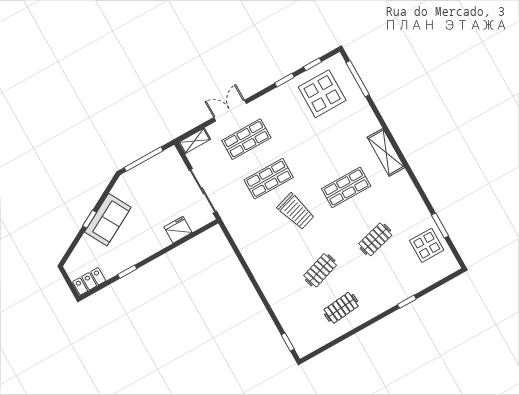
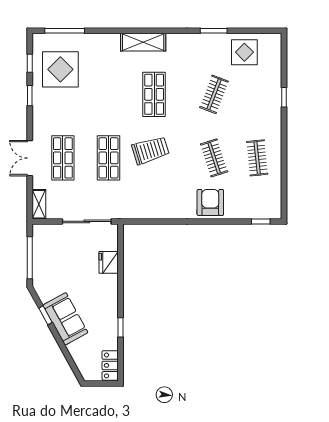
window: (90, 219) -> (45, 315), moved
window: (440, 225) -> (214, 31), moved
clothes rail: (375, 239) -> (214, 94), turned 36
armchair: (280, 289) -> (210, 202), added

